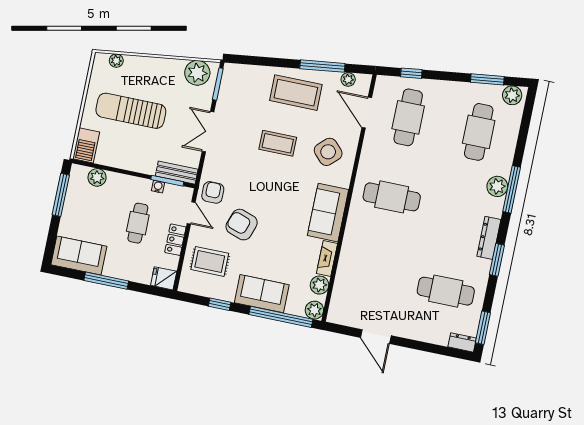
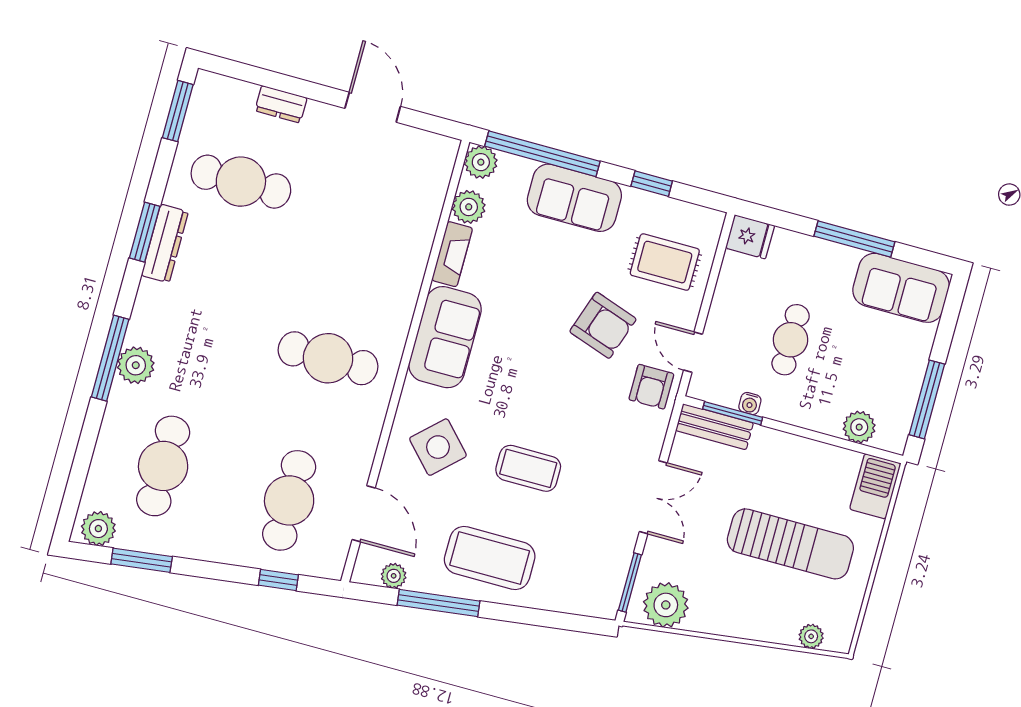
dresser: (489, 238) -> (165, 243), moved
locker: (175, 240) -> (725, 305), removed
dresser: (462, 342) -> (281, 104), moved

